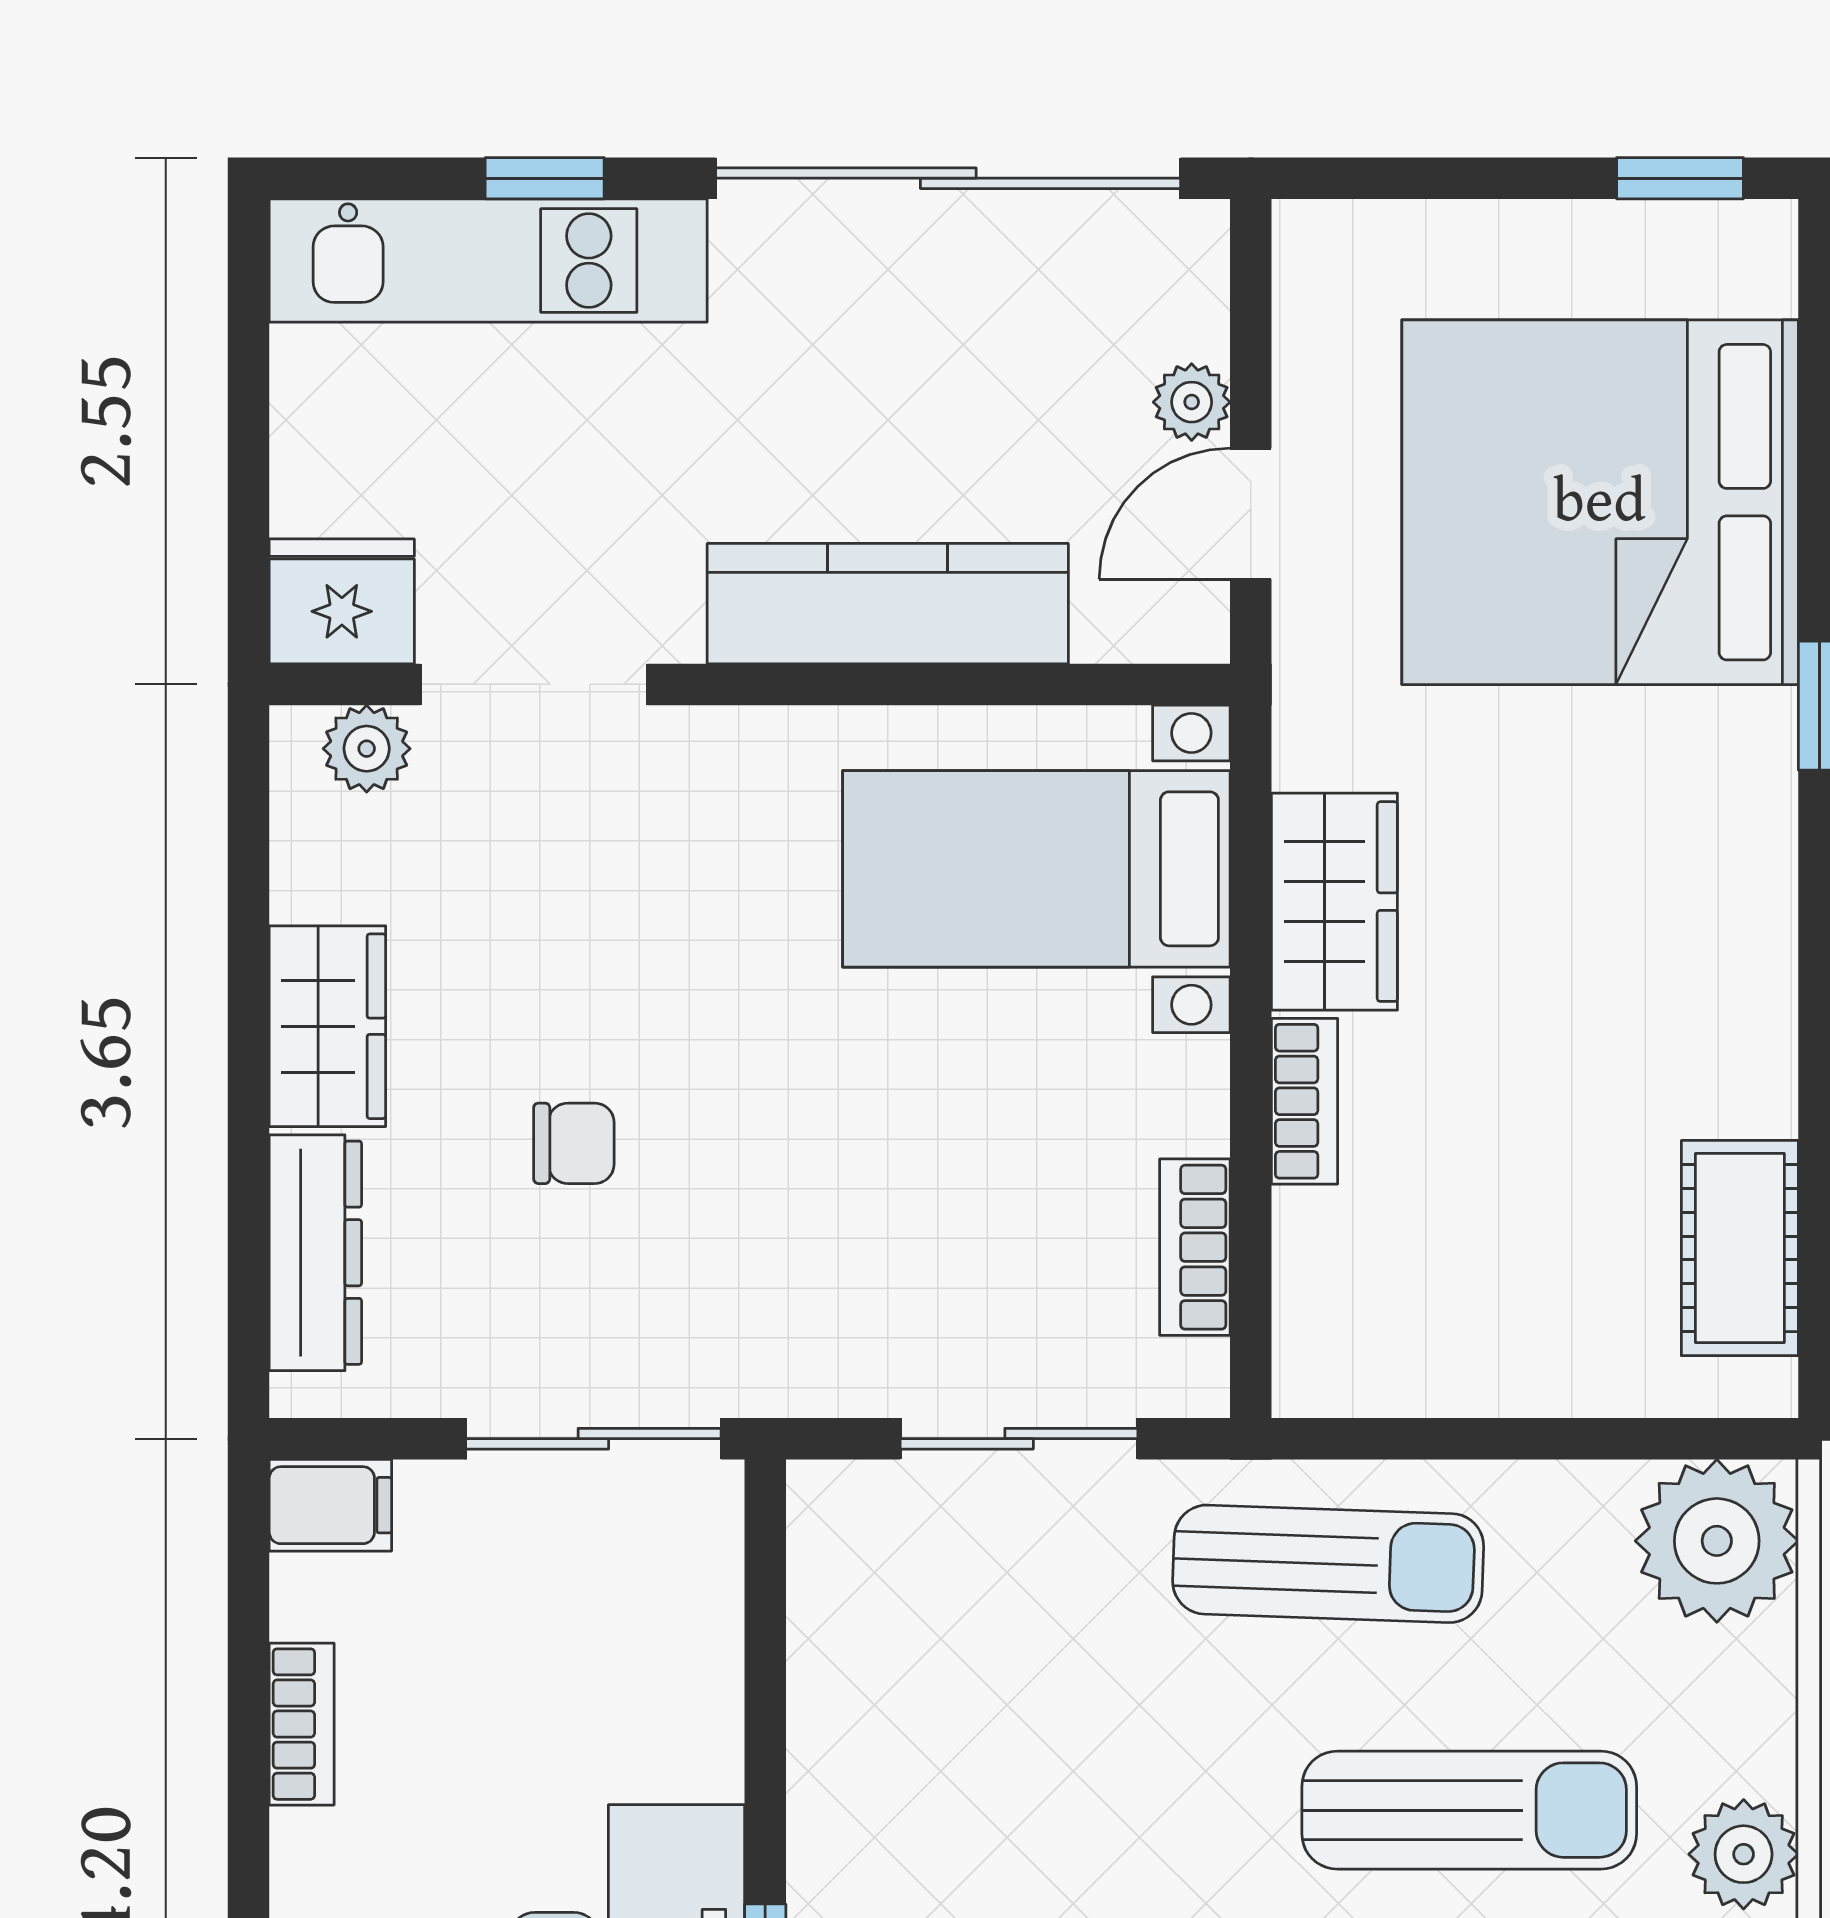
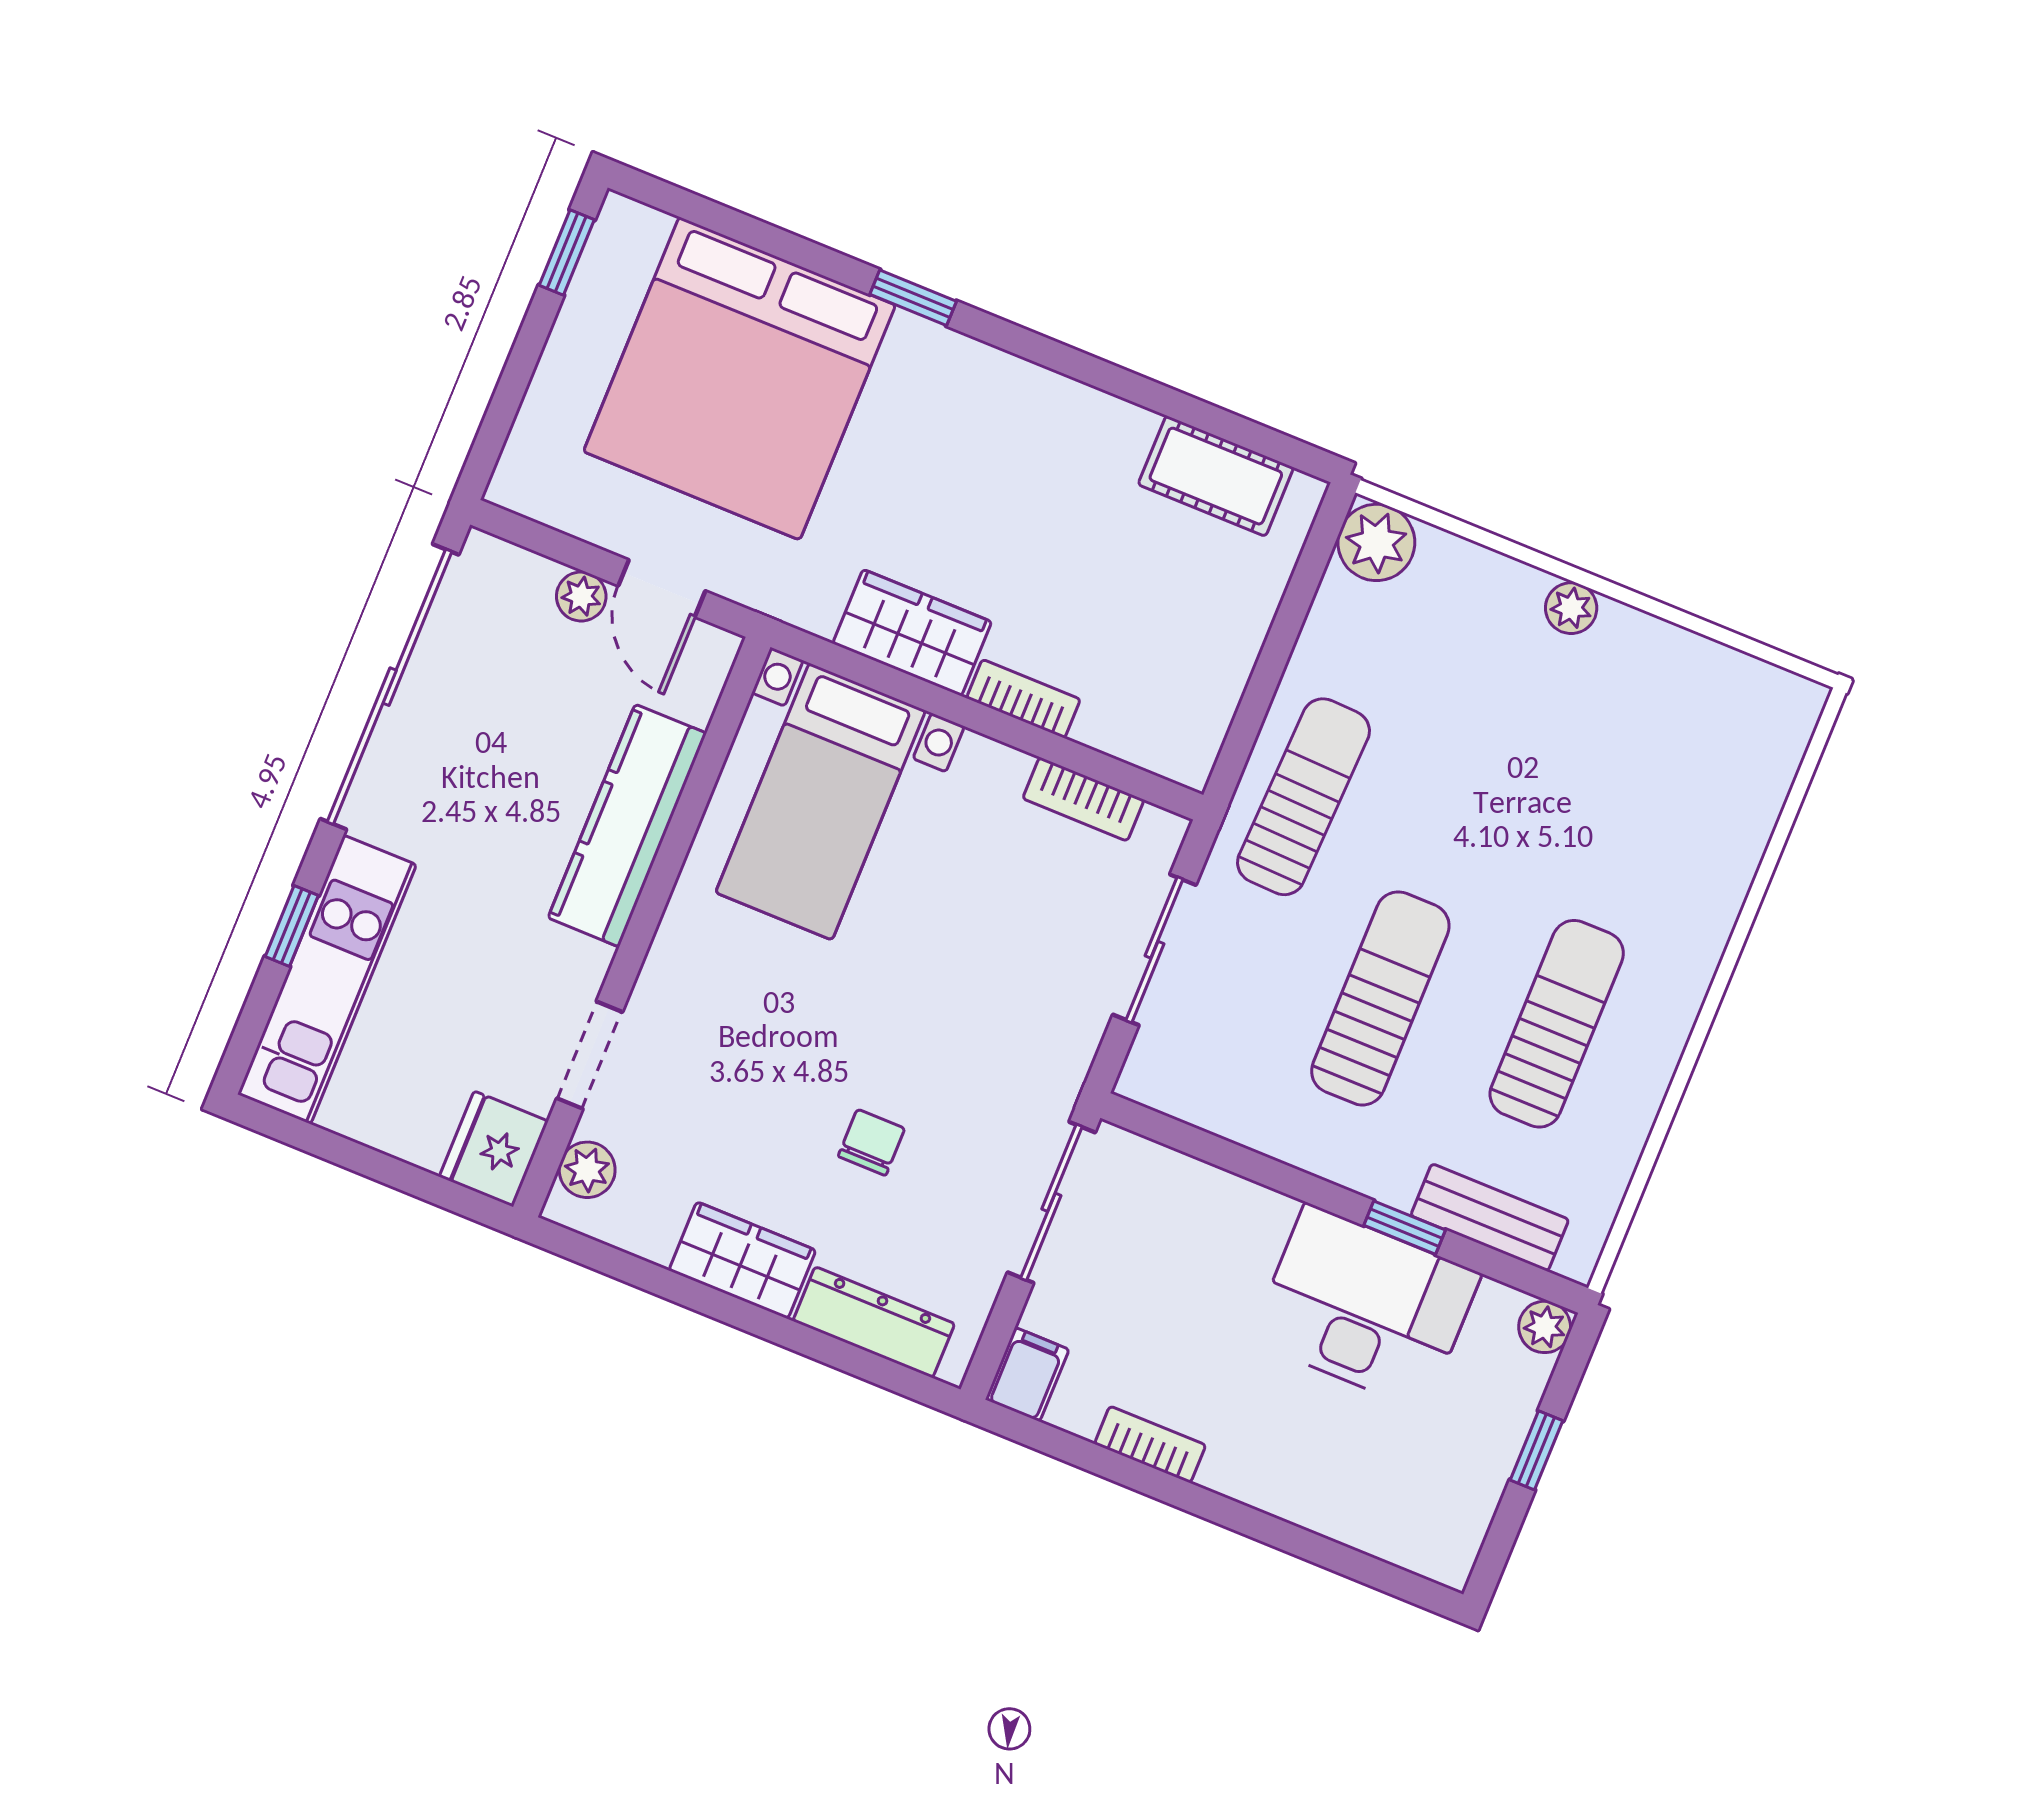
doorway: (534, 684) -> (590, 1055), width x0.73
plant: (1717, 1541) -> (1376, 542), width x0.73, depth x0.73
sun lounger: (1469, 1810) -> (1380, 998), moved
plant: (1744, 1854) -> (1571, 608), width x0.73, depth x0.73

